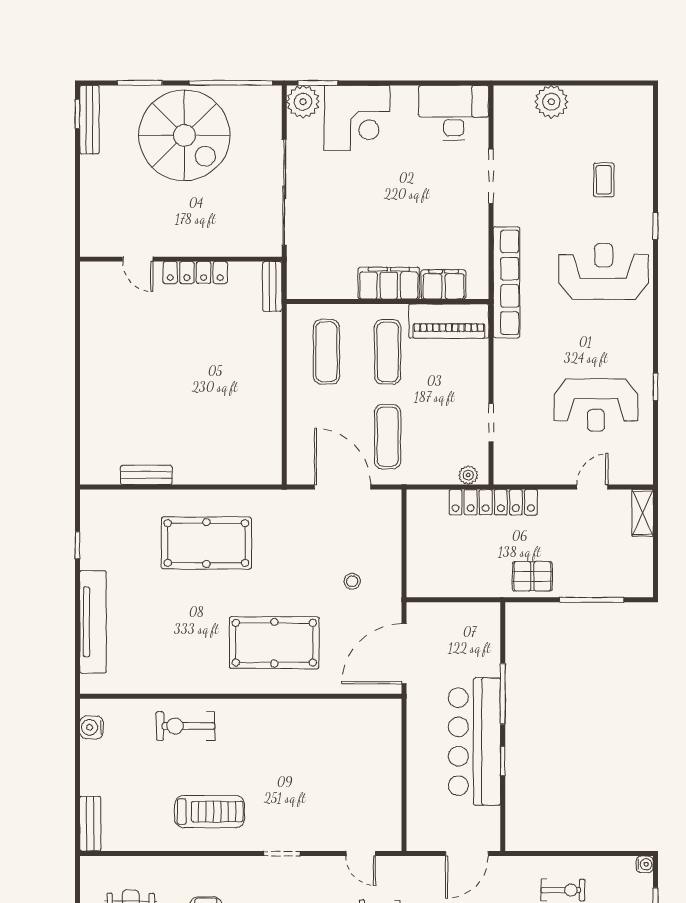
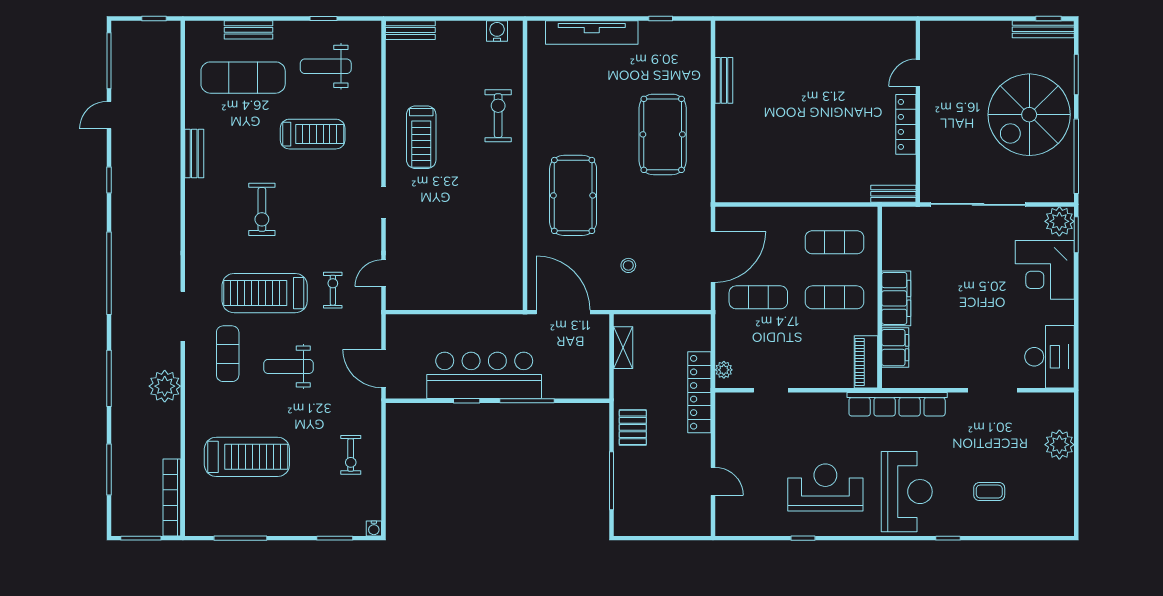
piano: (449, 321) -> (866, 362), width x0.73, depth x0.75
reception desk: (596, 405) -> (825, 487), moved, turned 90
shelving: (643, 513) -> (623, 348), moved, turned 90

